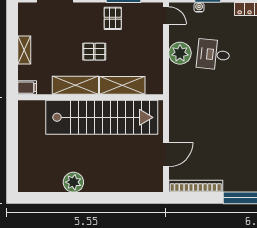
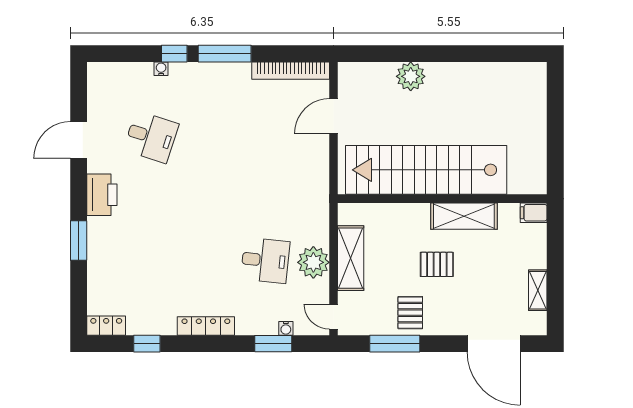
shelving: (24, 50) -> (538, 290), moved
shelving: (122, 85) -> (351, 258), moved, turned 90
plant: (73, 182) -> (411, 76), moved

